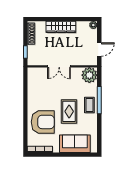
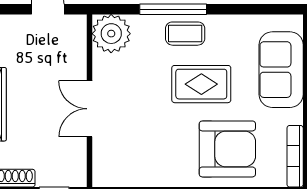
double door: (59, 66) -> (89, 109), swing flipped
armchair: (43, 122) -> (227, 149), turned 90

